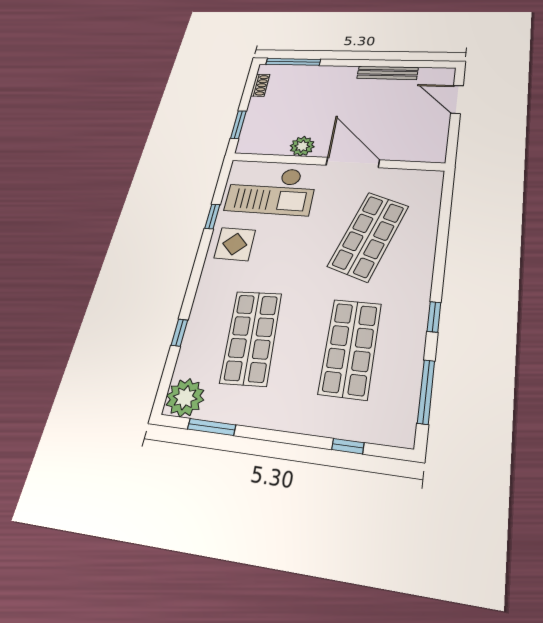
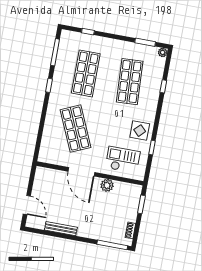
checkout: (271, 190) -> (123, 160), width x0.73, depth x0.83
shop shelf: (368, 236) -> (76, 129), turned -42
plant: (185, 398) -> (163, 52), width x0.53, depth x0.53

